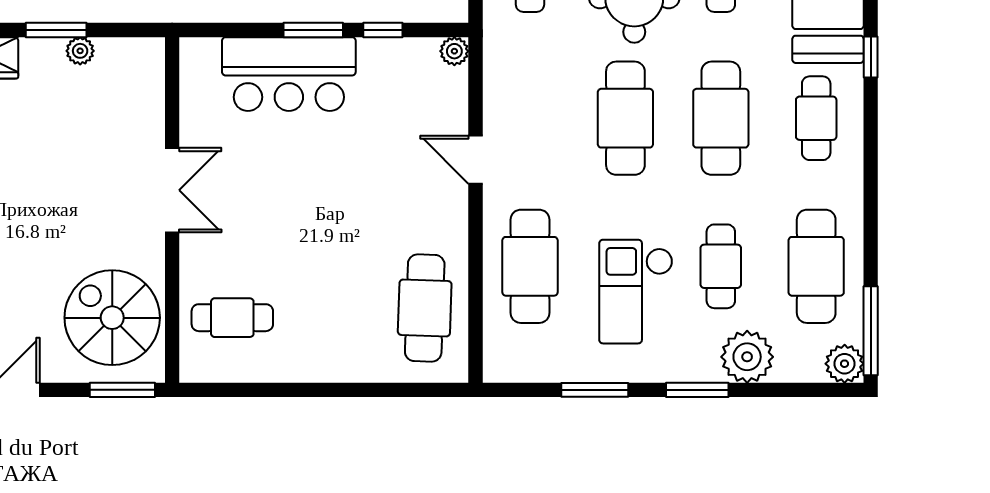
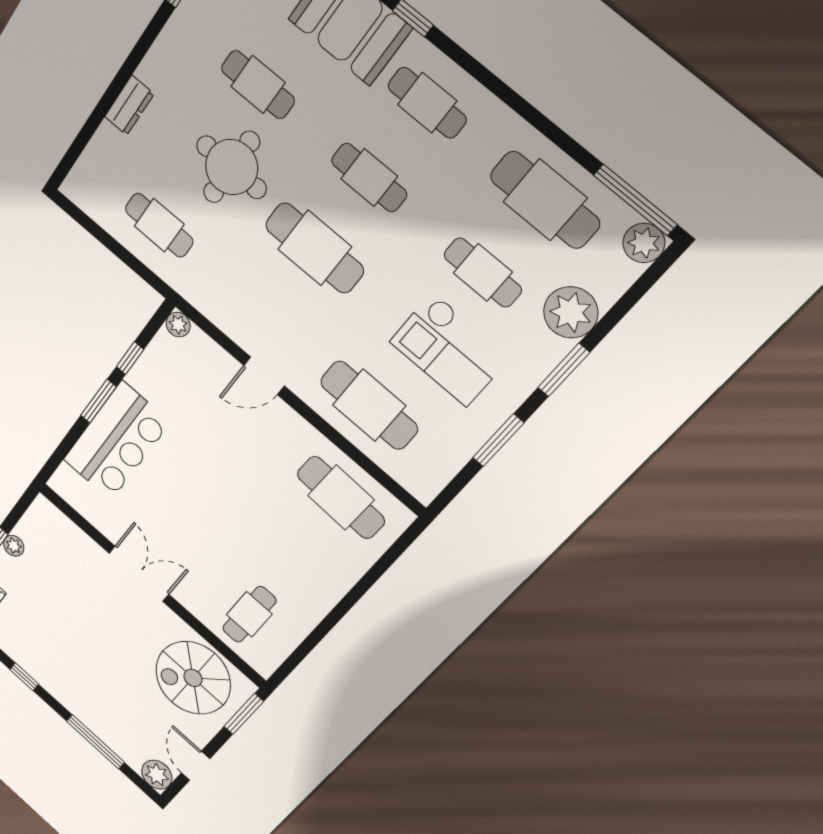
cafe table: (721, 118) -> (369, 178), width x0.73, depth x0.74

